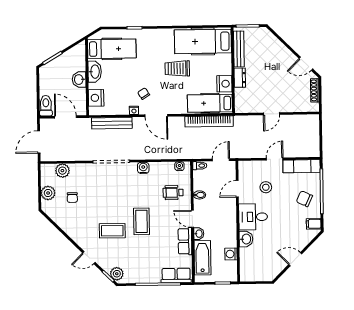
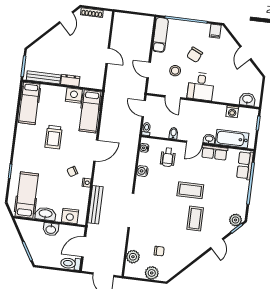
hospital bed: (203, 41) -> (29, 103), width x0.73, depth x0.78
door: (156, 115) -> (96, 151), moved
bookcase: (209, 121) -> (107, 115), removed
door: (275, 159) -> (149, 70), moved
water cooler: (143, 168) -> (142, 171), moved
chair: (304, 199) -> (195, 55), moved
washbasin: (246, 239) -> (247, 99), moved

